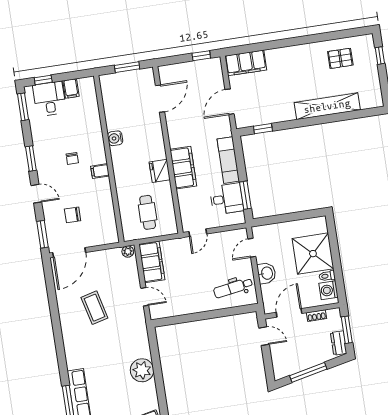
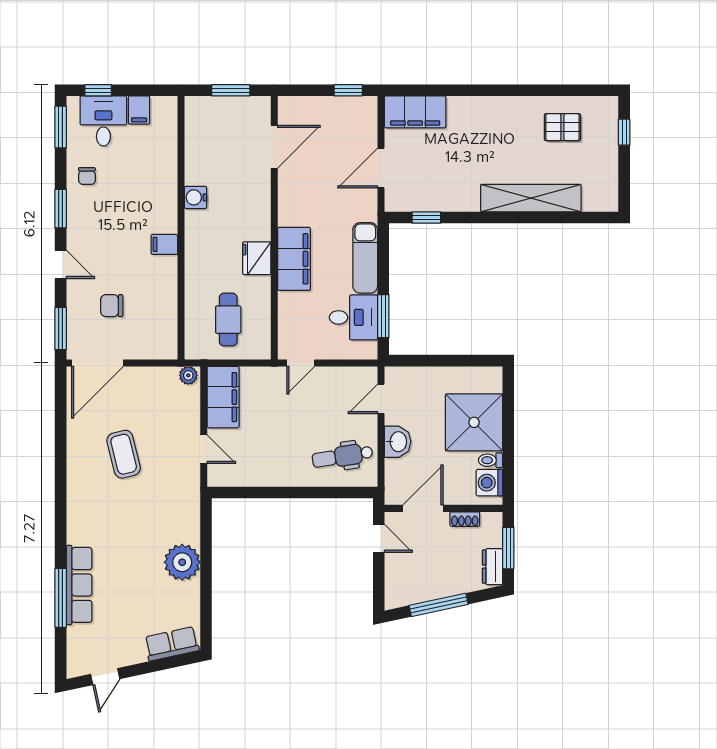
chair: (72, 158) -> (87, 176), moved

